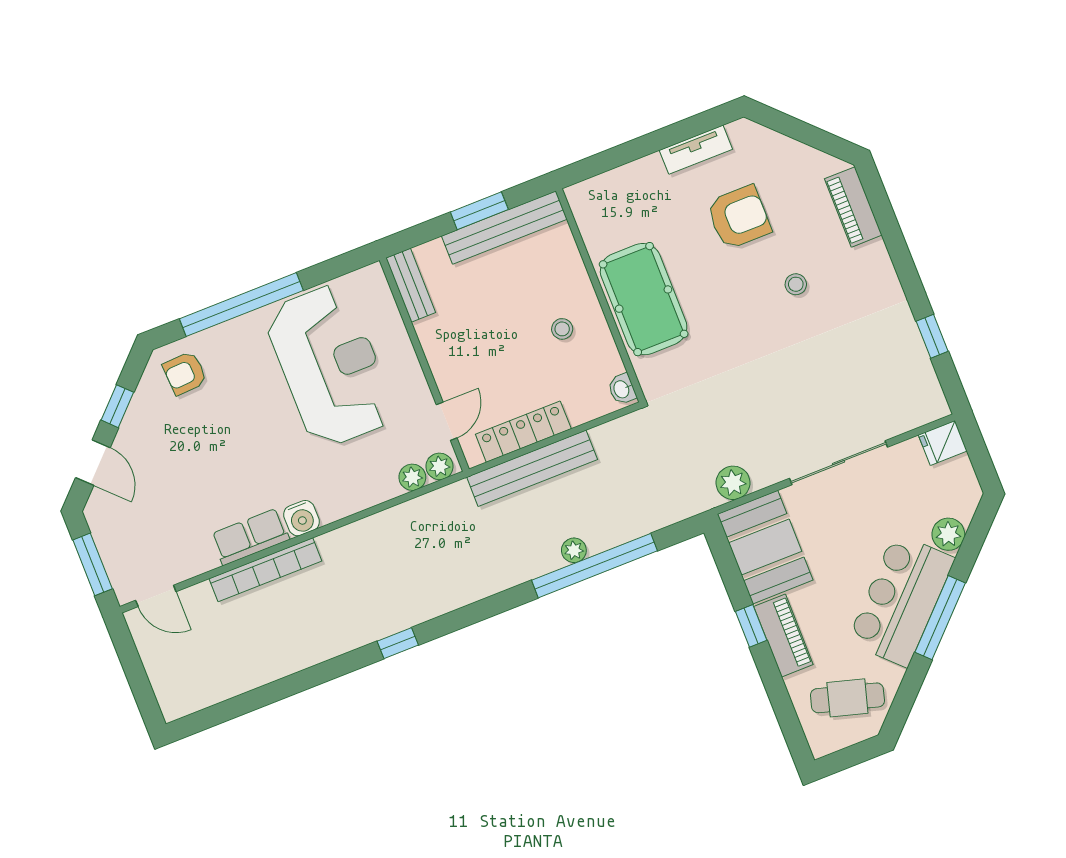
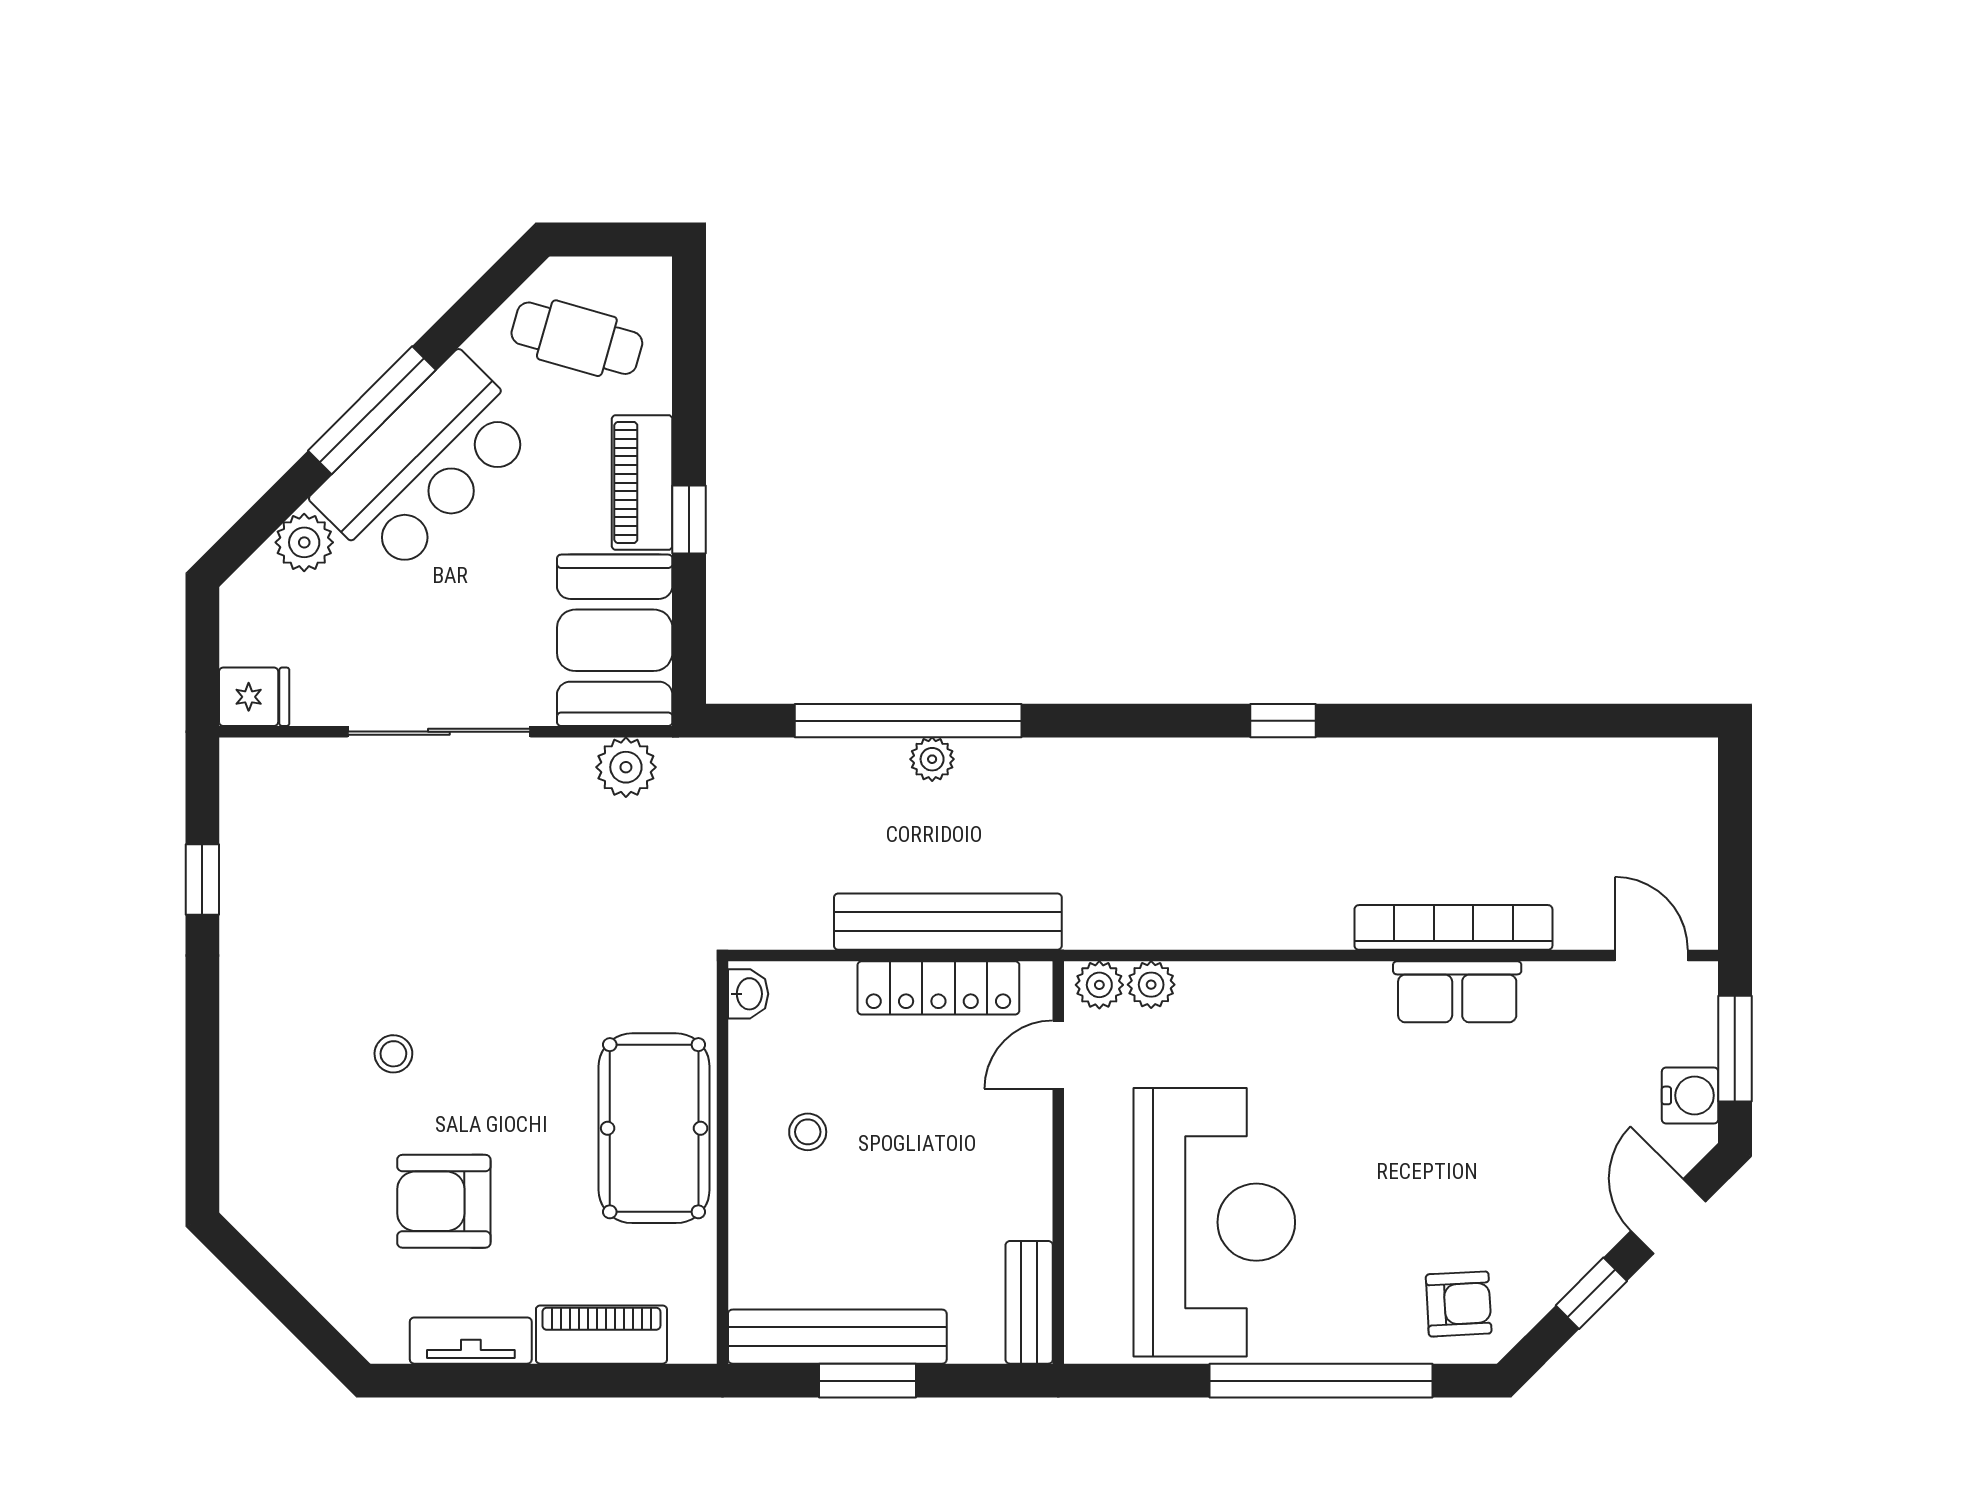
piano: (853, 207) -> (601, 1335), moved, turned -90
reception desk: (330, 366) -> (1214, 1222), turned 180
water cooler: (302, 518) -> (1690, 1095), moved, turned 90

